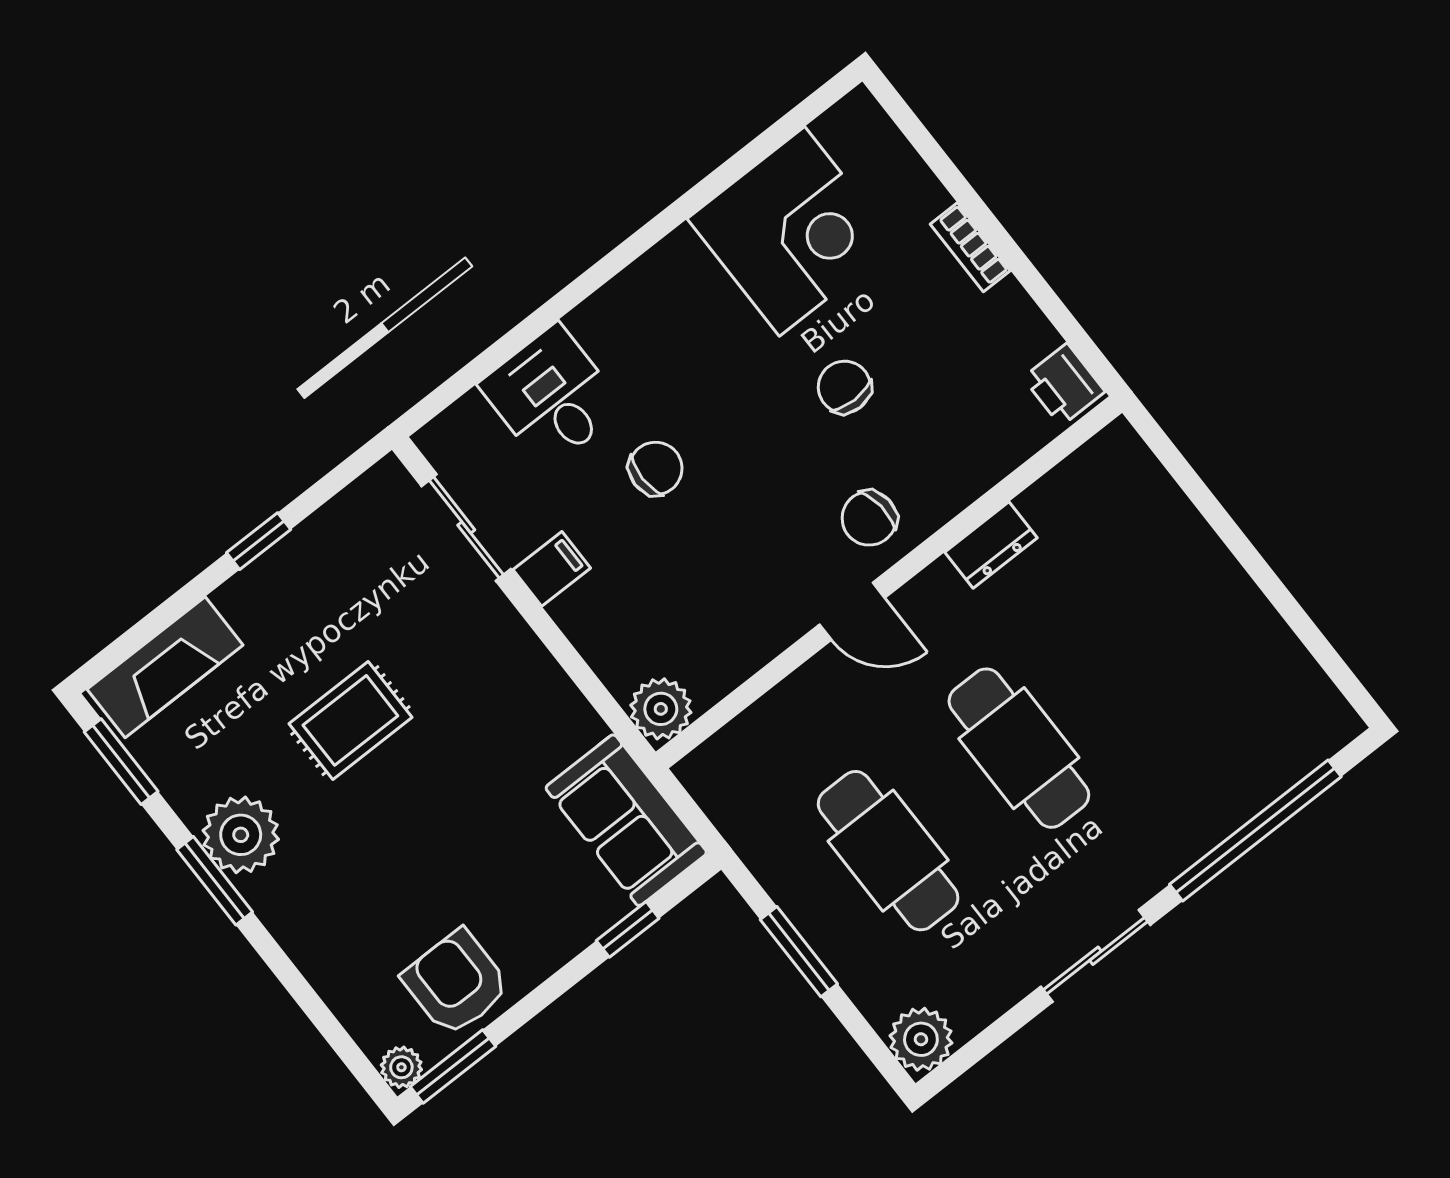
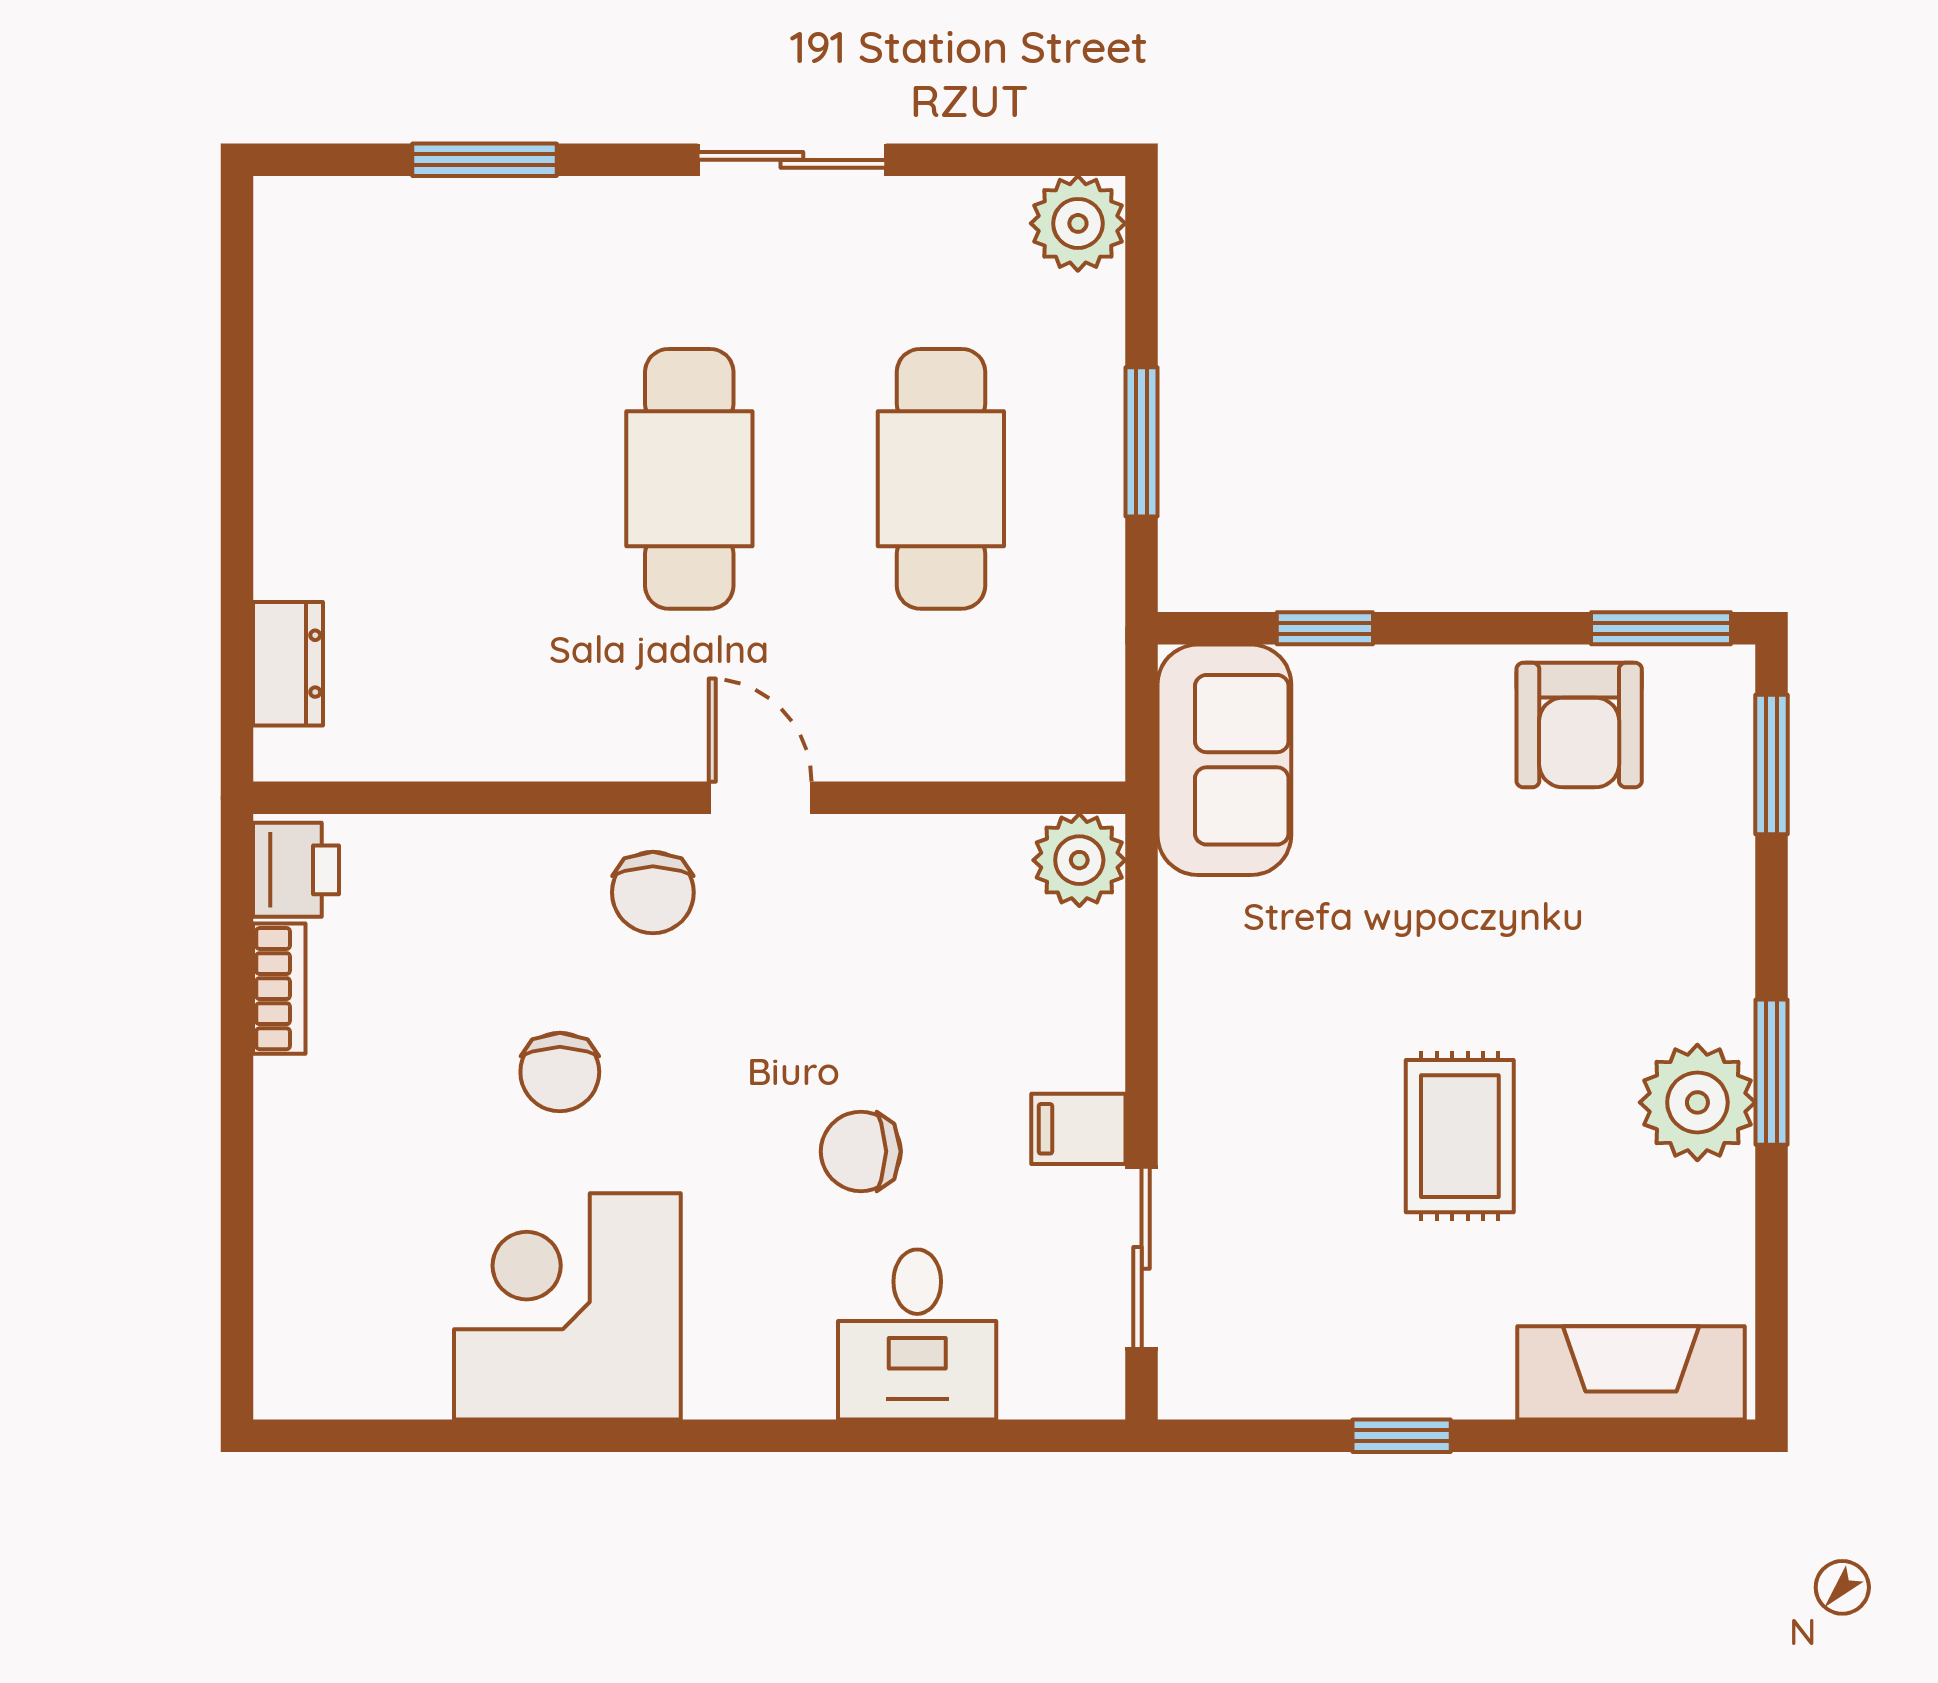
corner desk: (792, 231) -> (567, 1306), moved
bookcase: (970, 247) -> (279, 989), moved
chair: (869, 518) -> (653, 892), turned 96
dresser: (991, 545) -> (288, 664), moved, turned 90
rug: (350, 720) -> (1460, 1136), turned 90
window: (121, 762) -> (1771, 765), moved
window: (1255, 830) -> (484, 160), width x0.47
plant: (401, 1067) -> (1723, 675), removed

